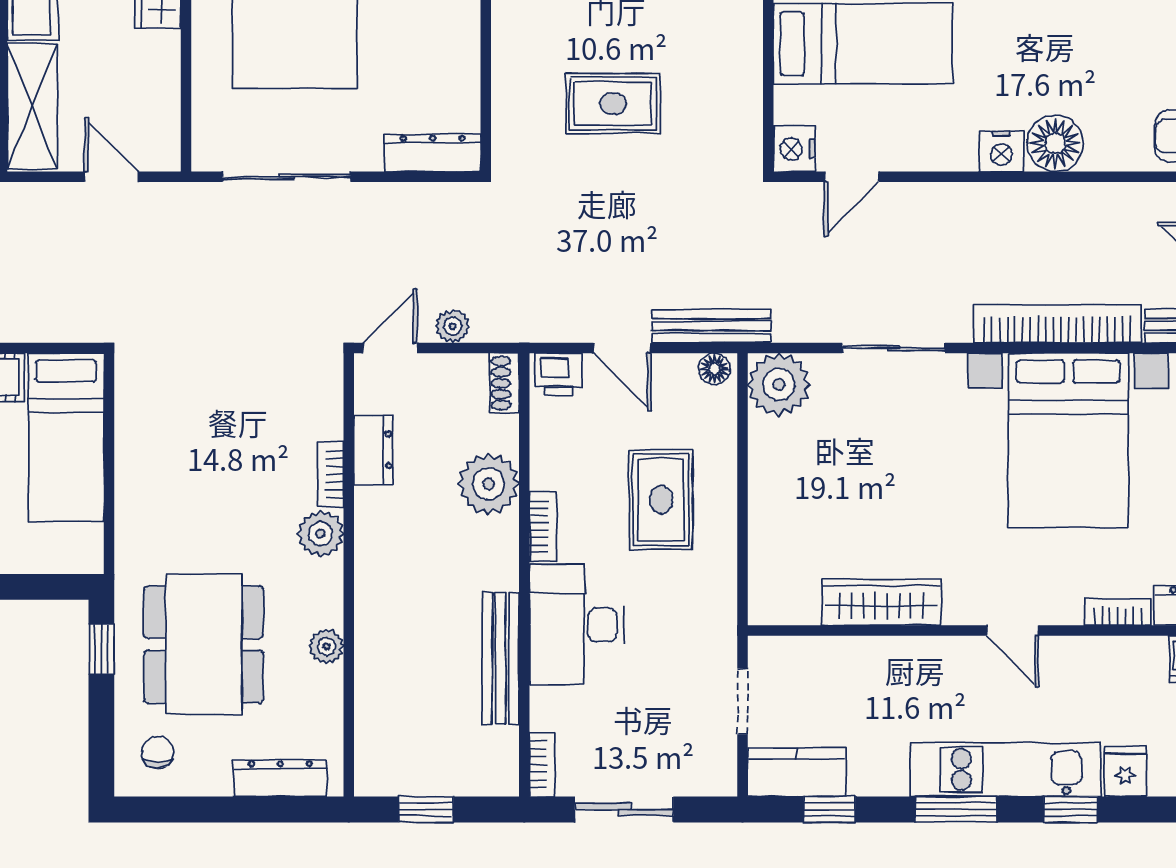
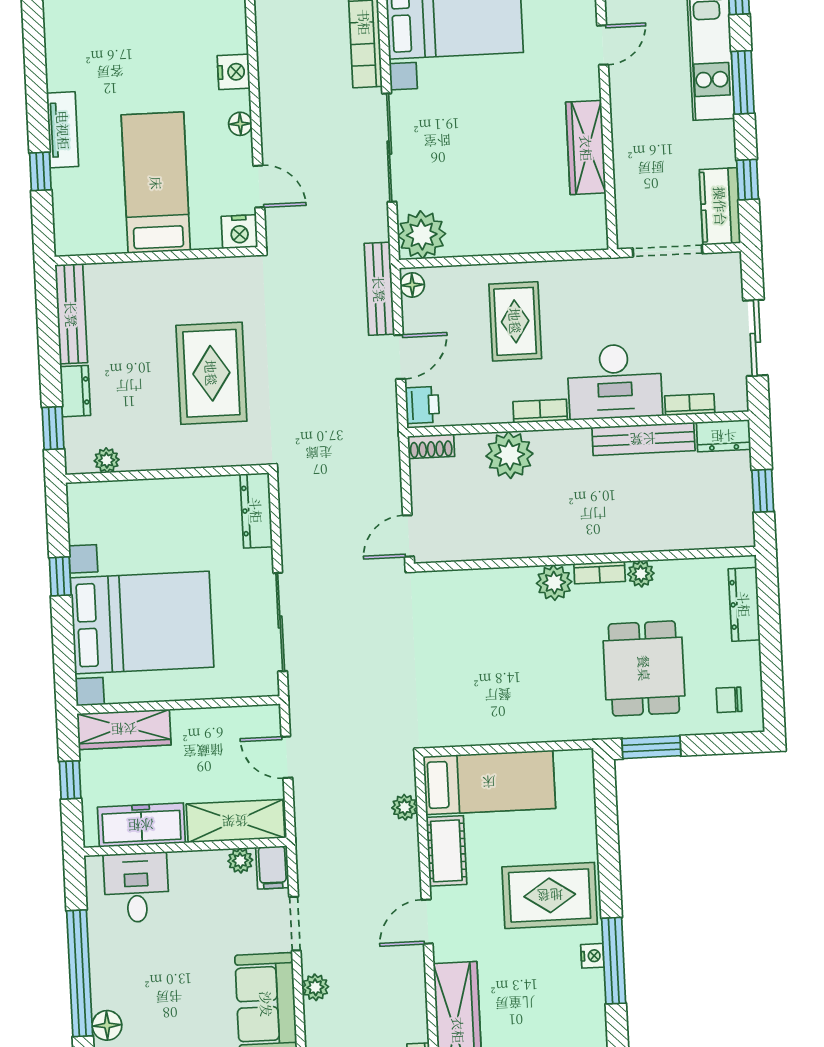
rug: (613, 104) -> (211, 373), width x1.36, depth x1.43
floor lamp: (1055, 143) -> (240, 124), moved, width x0.53, depth x0.53
door: (111, 177) -> (287, 757), hinge flipped
plant: (453, 326) -> (405, 807), moved
door: (390, 348) -> (408, 536), hinge flipped
sliding door: (894, 348) -> (389, 148), width x1.37
dresser: (373, 450) -> (724, 436), moved, turned 180
bookcase: (330, 474) -> (600, 573), moved
rug: (661, 500) -> (515, 321), turned 90
dining table: (204, 644) -> (644, 668), width x0.73
window: (101, 649) -> (651, 747), width x1.50
doorway: (743, 701) -> (667, 251), width x1.38
bookcase: (542, 765) -> (690, 405), moved

